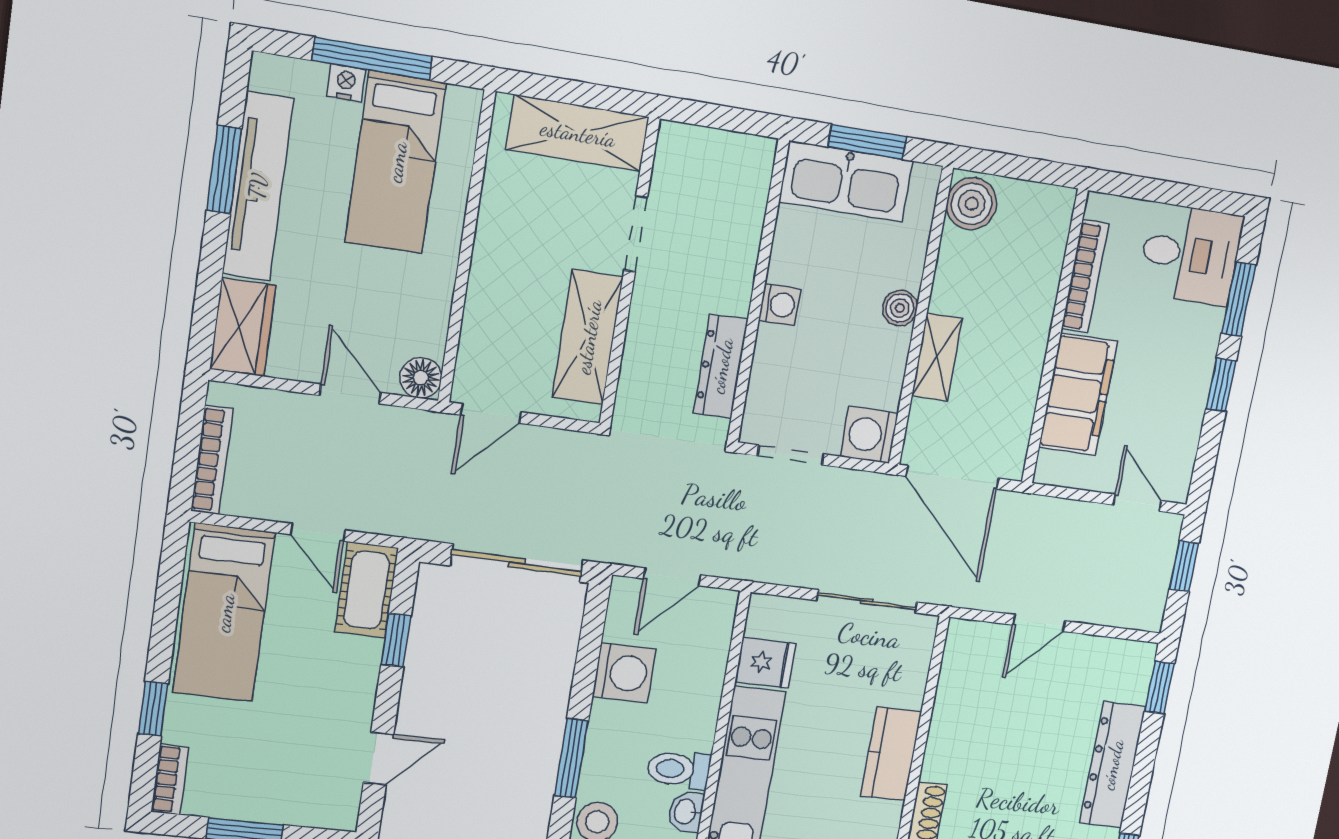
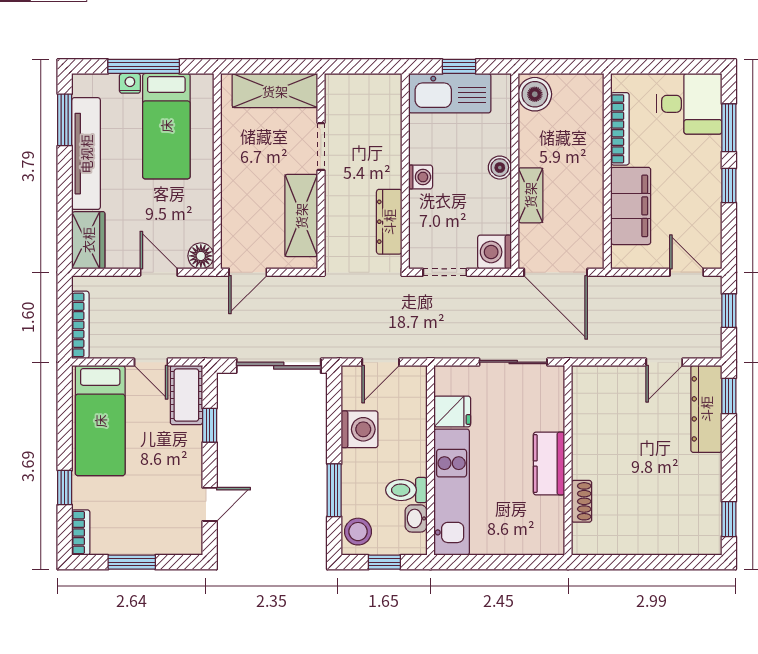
window: (867, 142) -> (459, 66), width x0.67
window: (224, 170) -> (65, 120), moved
door: (1039, 623) -> (664, 362), moved
dresser: (1112, 765) -> (706, 409), moved

